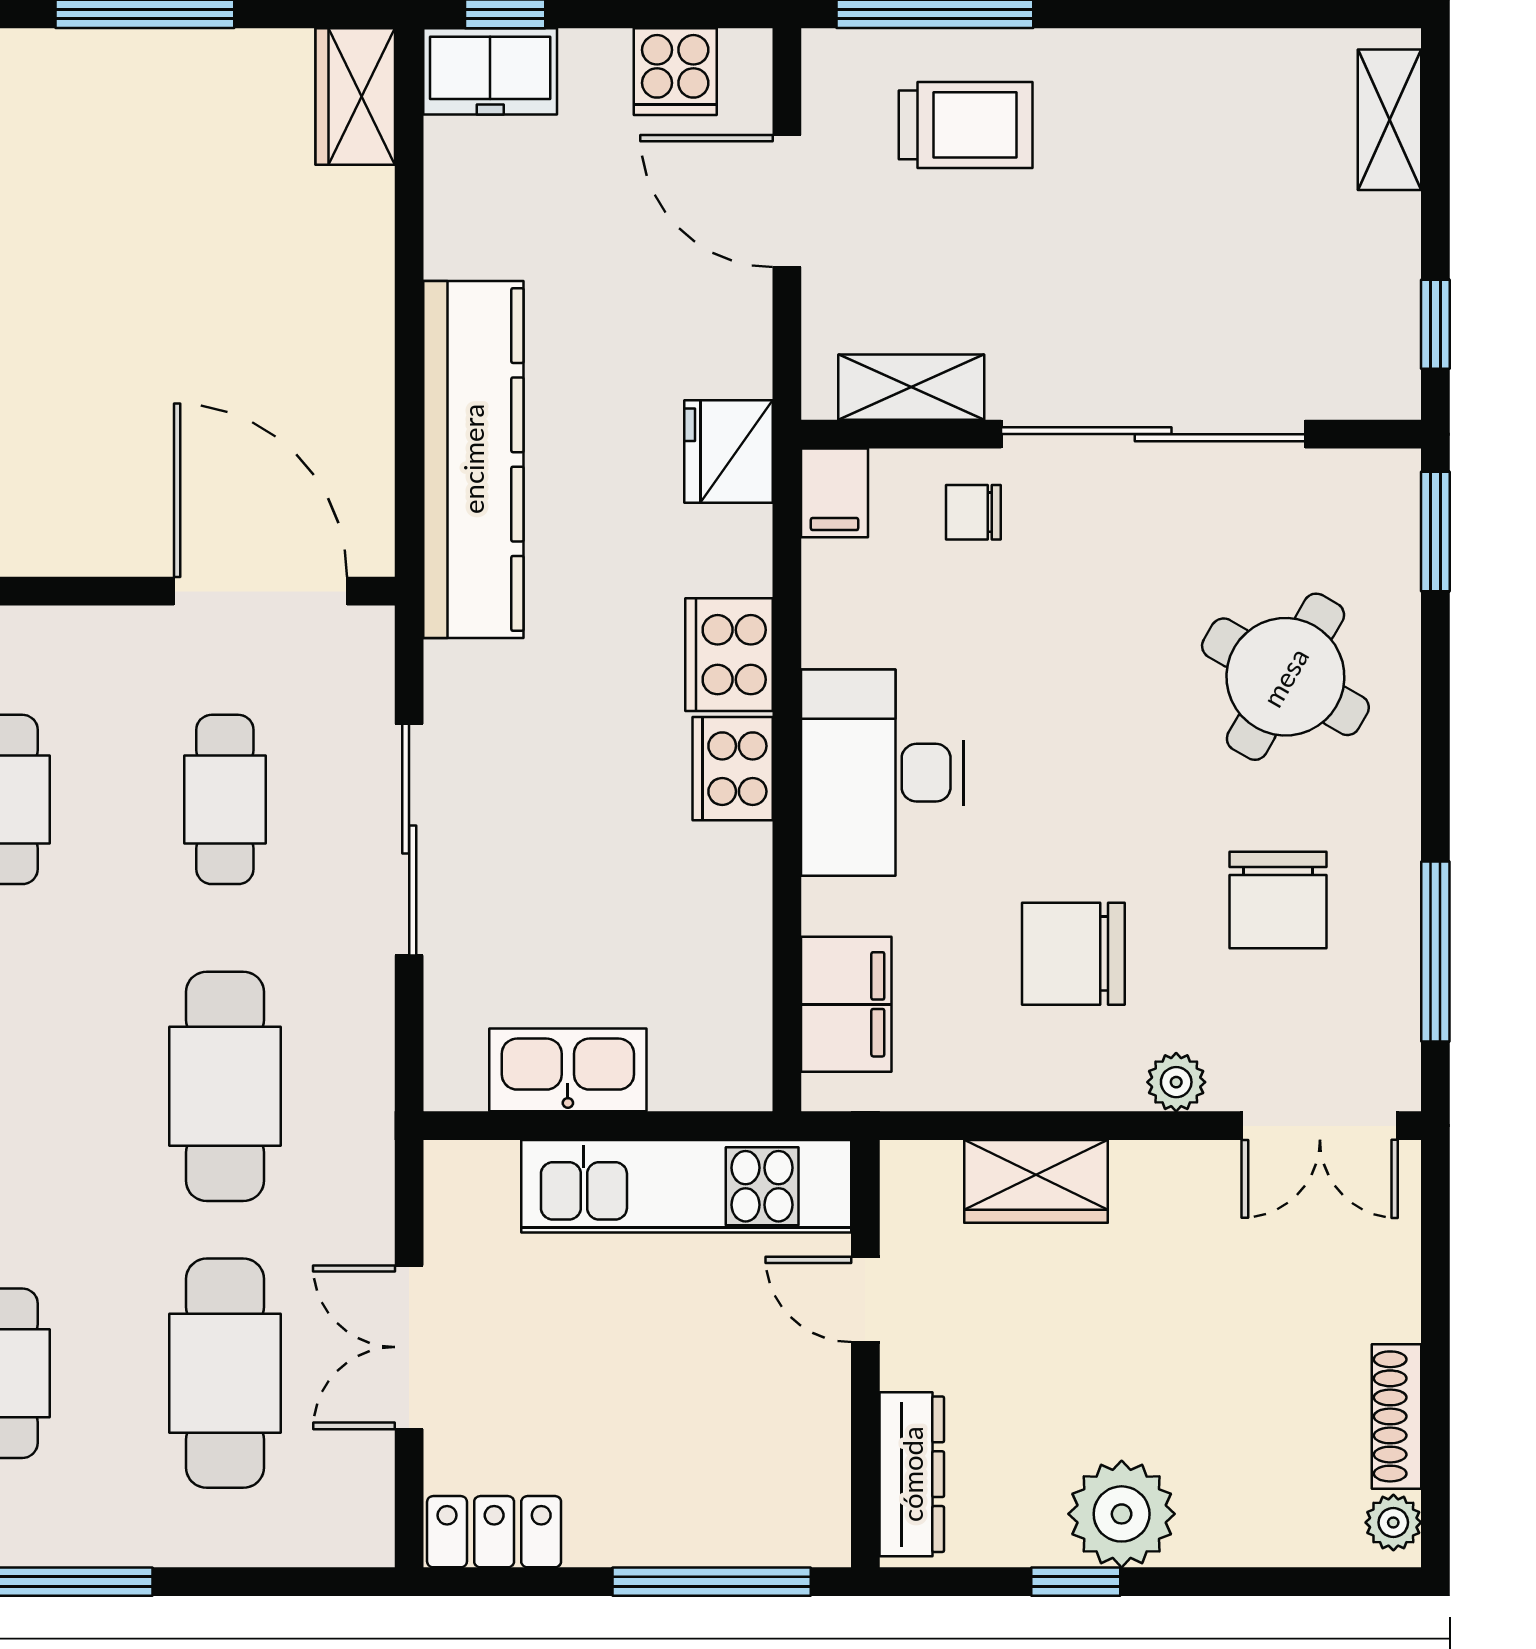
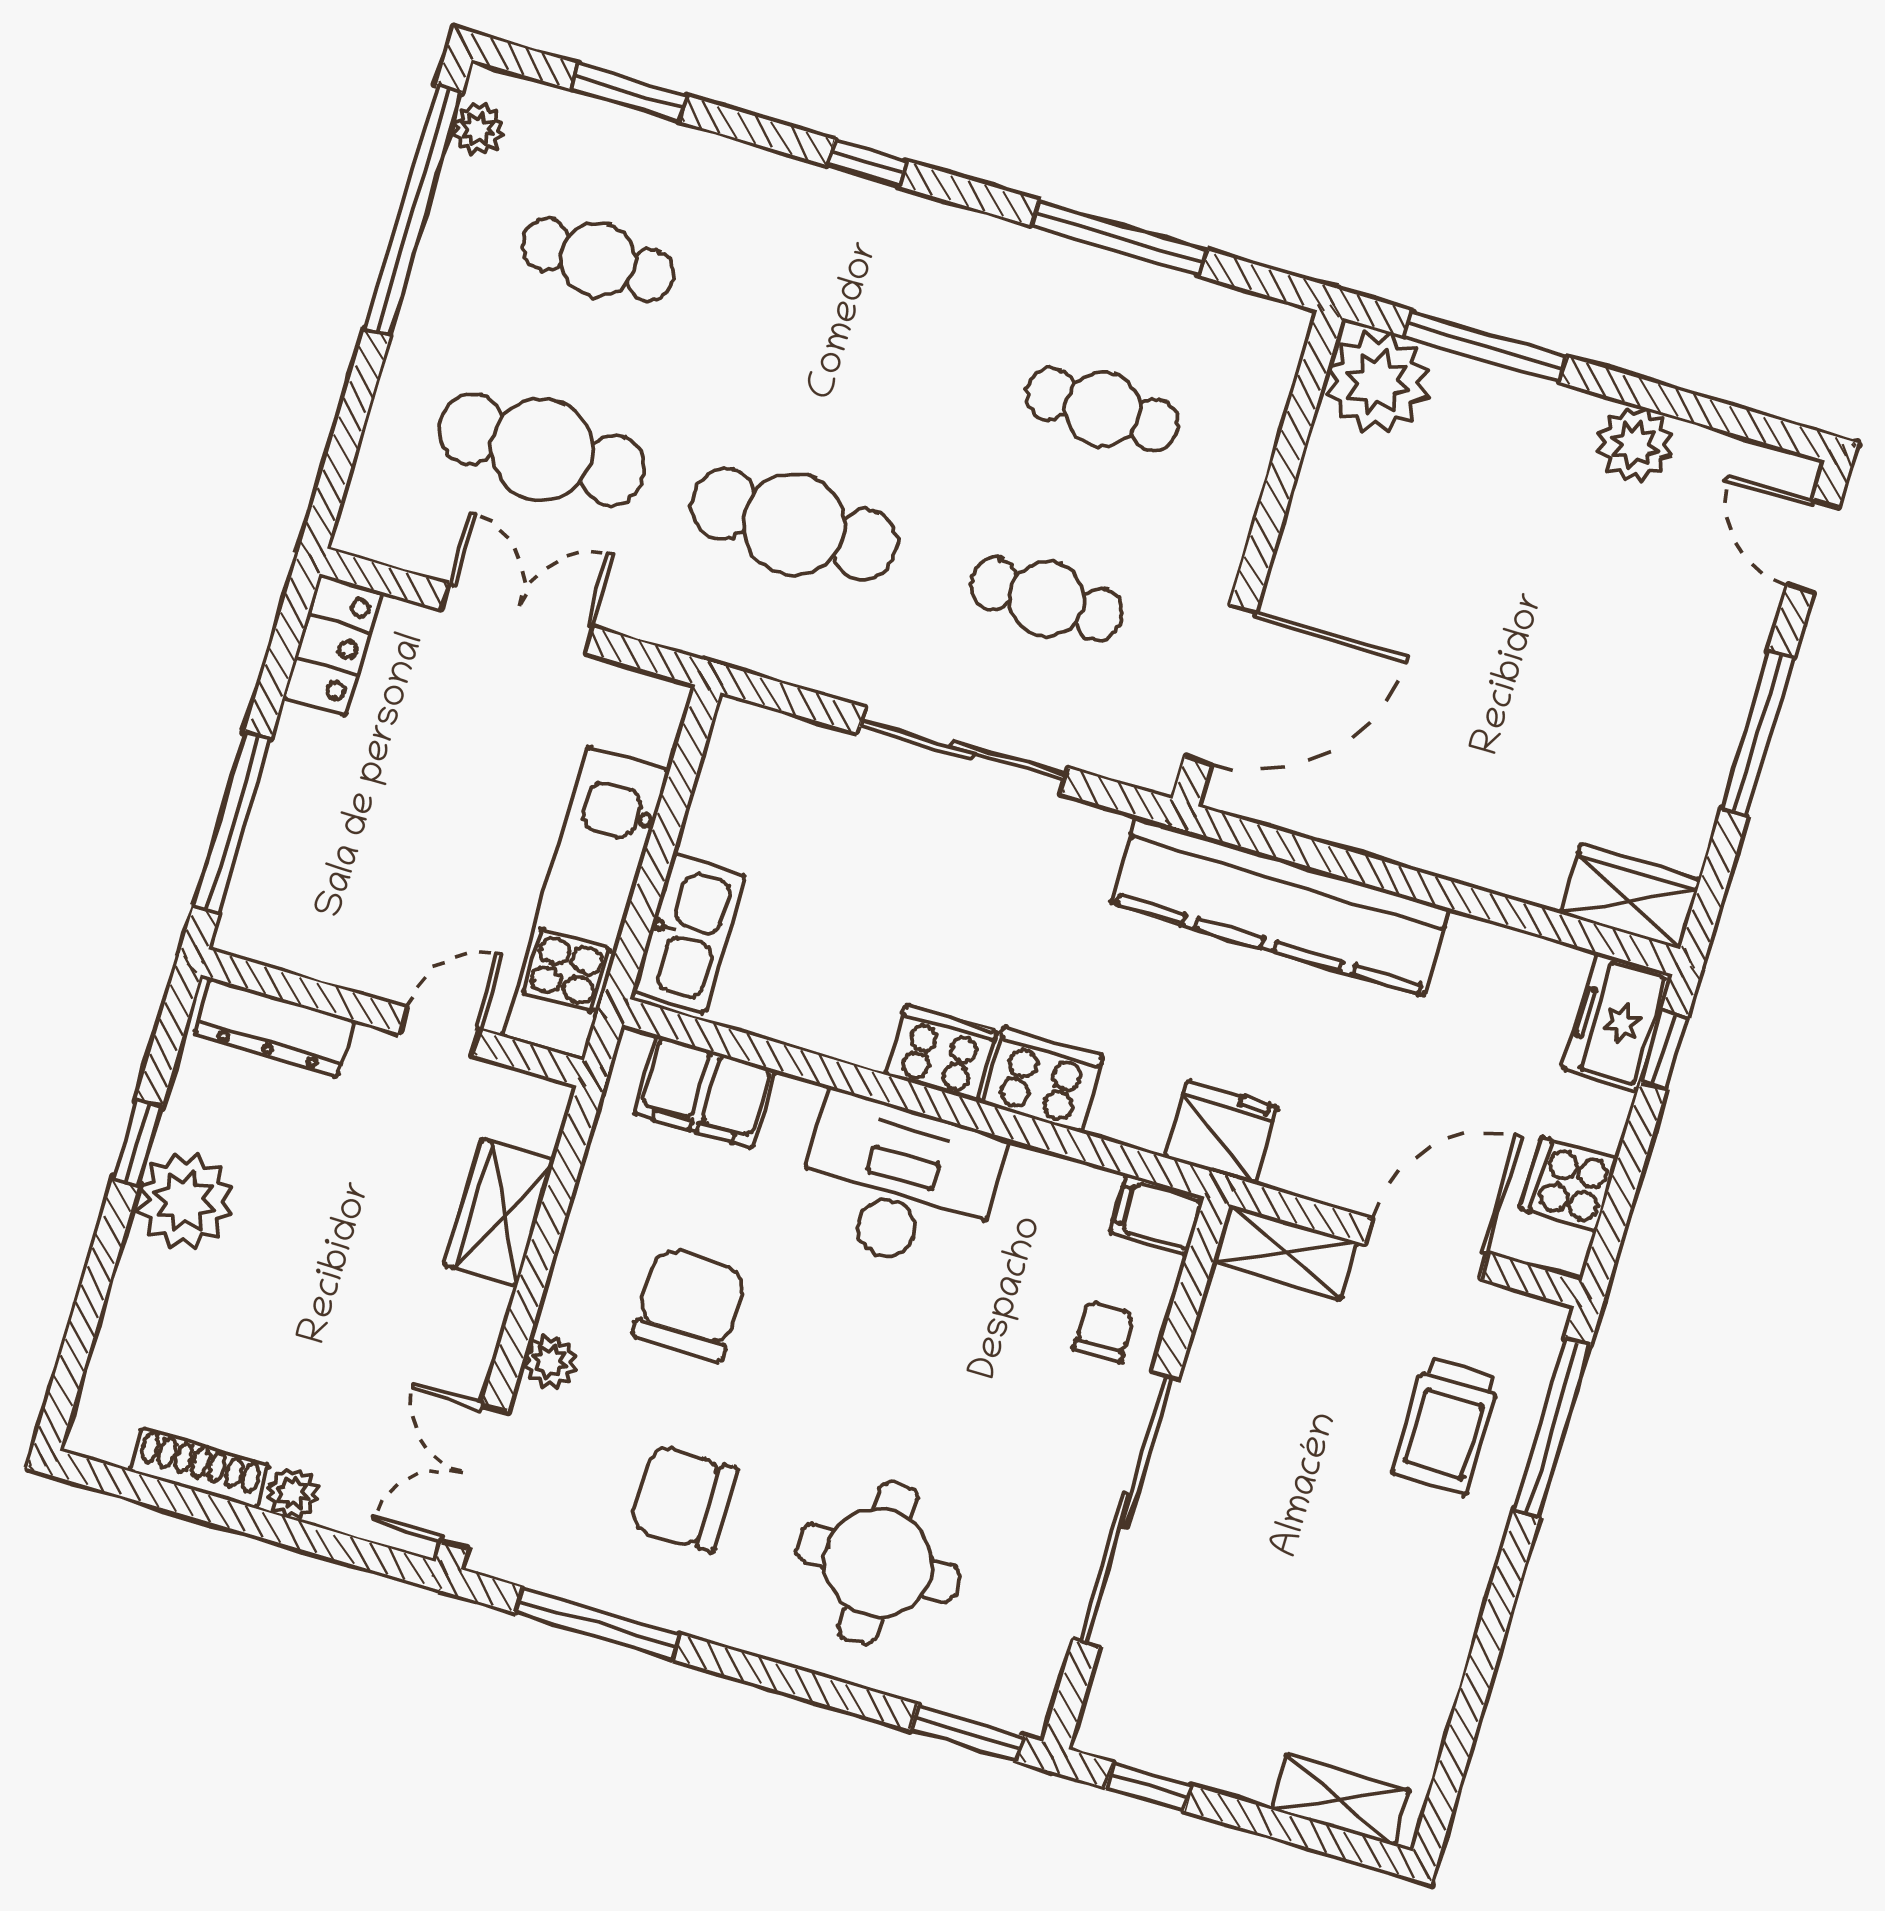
shelving: (911, 387) -> (1285, 1252), moved, turned 90
round table: (1285, 677) -> (878, 1563), turned -30
kitchen sink: (568, 1070) -> (689, 934), moved
plant: (1393, 1522) -> (293, 1493), moved

